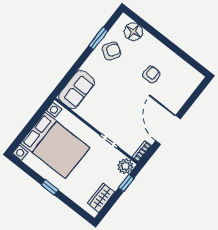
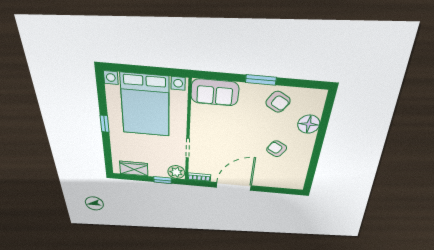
floor lamp: (133, 32) -> (309, 124), moved
window: (98, 38) -> (261, 80), moved
armchair: (151, 75) -> (277, 149), turned -150

